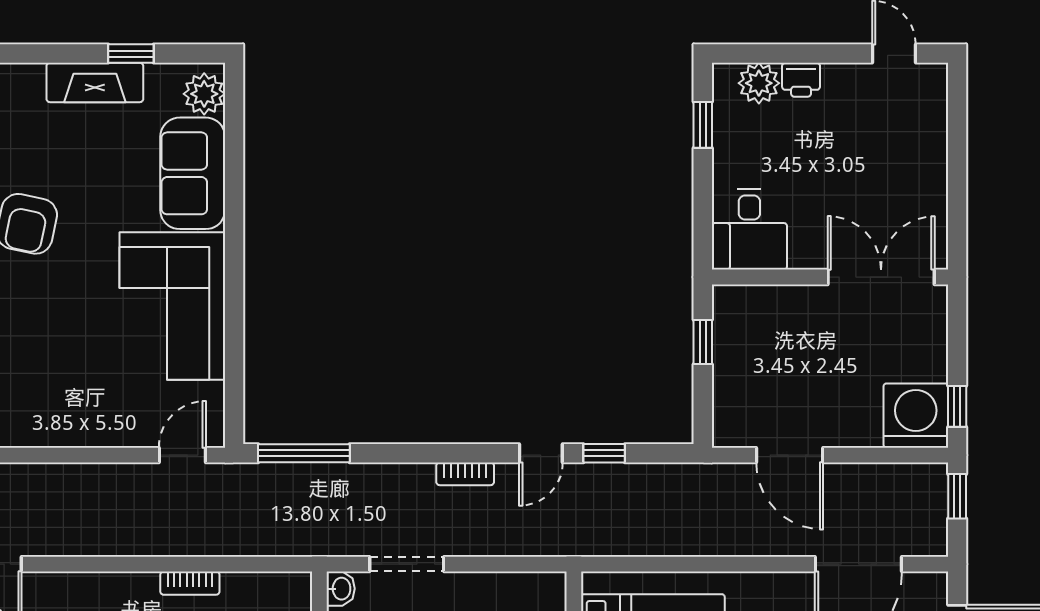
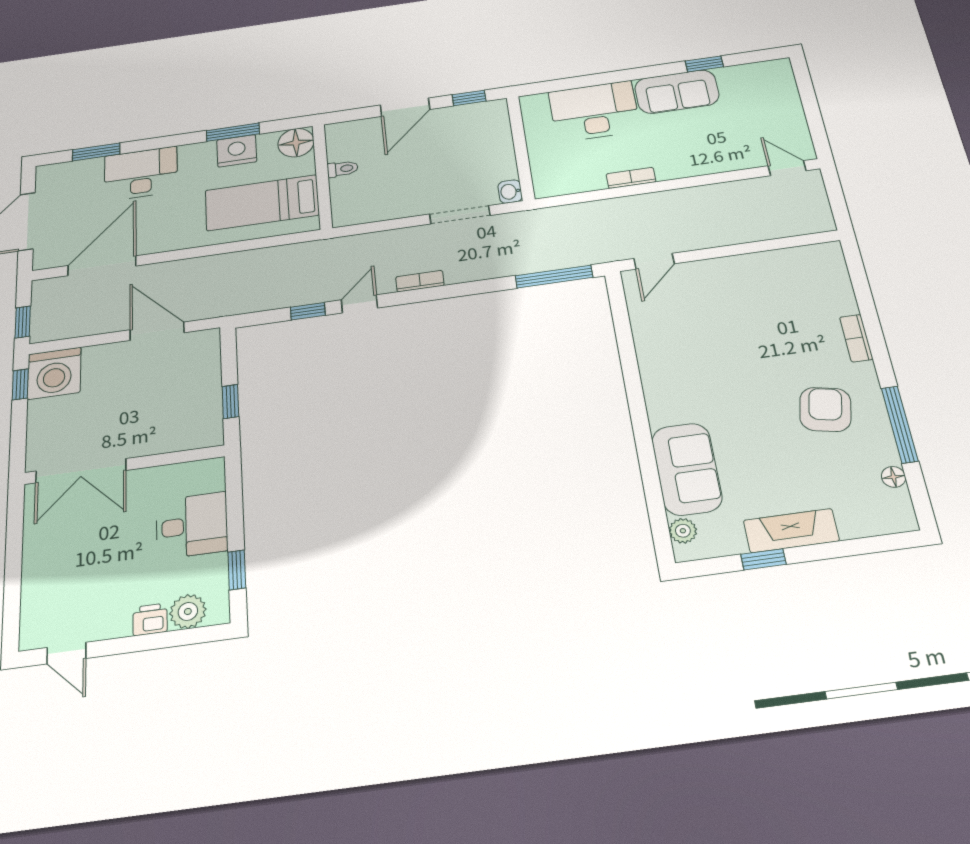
plant: (204, 94) -> (683, 531), width x0.73, depth x0.73
desk: (749, 229) -> (192, 525), moved, turned 90
corner sofa: (172, 306) -> (684, 365), removed

